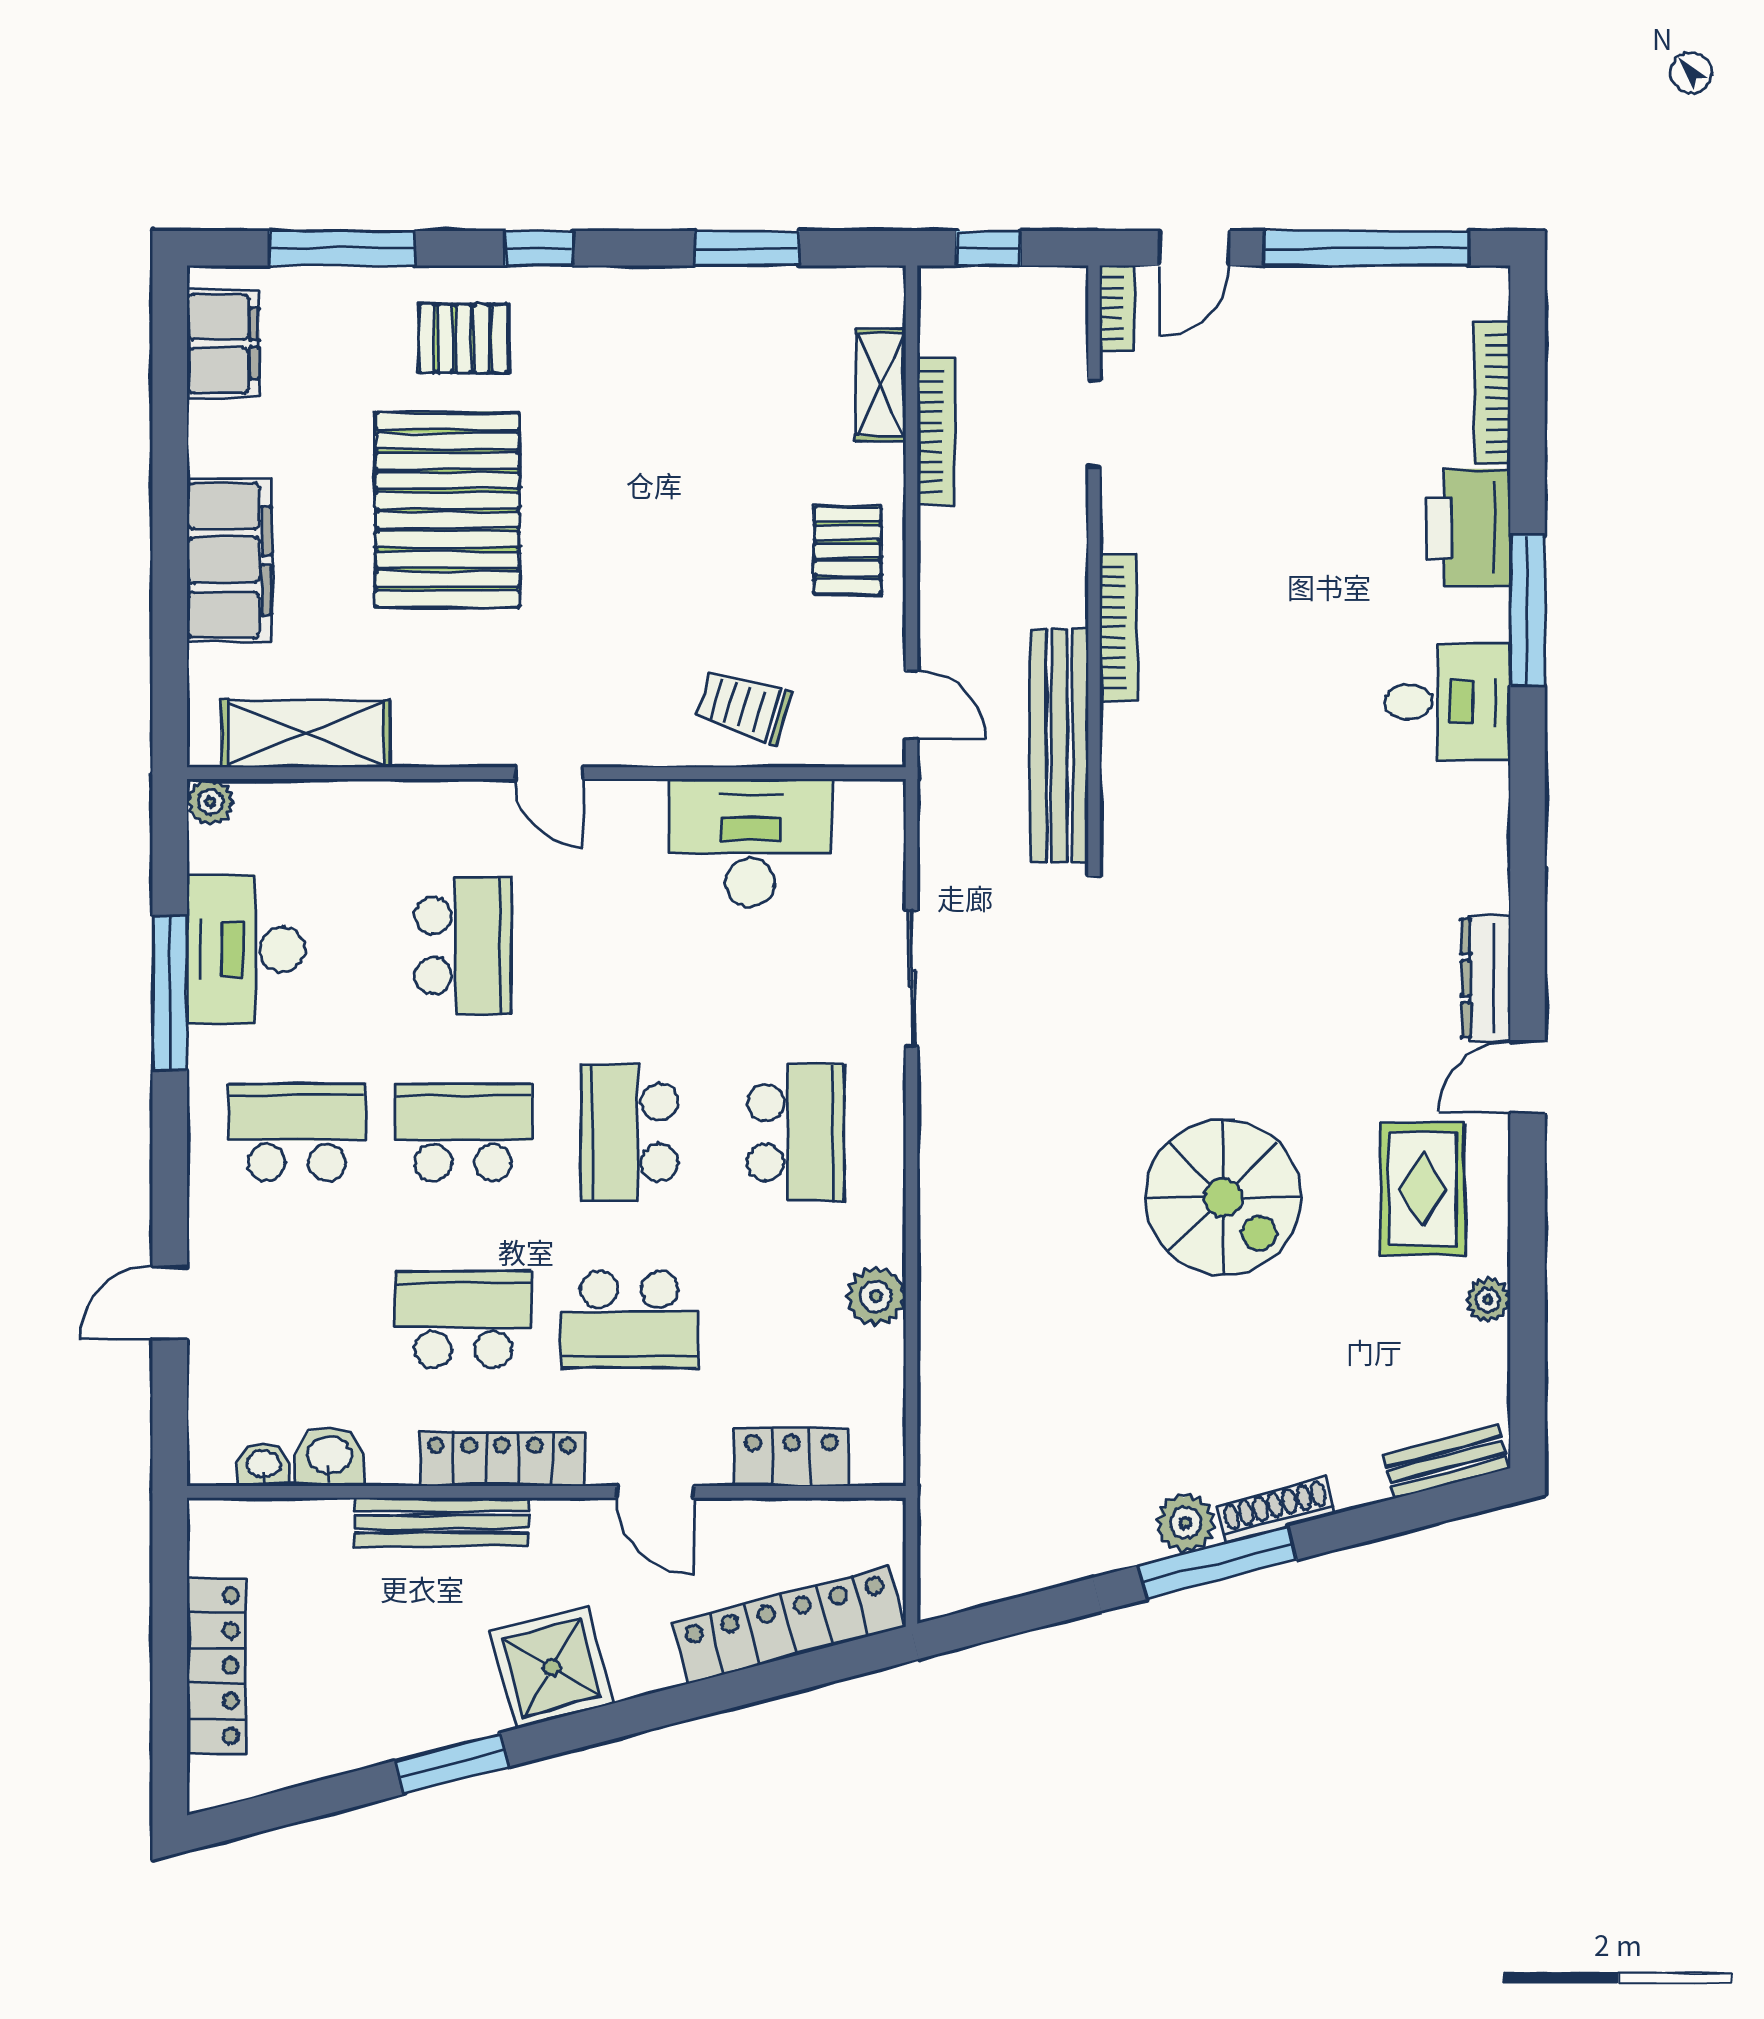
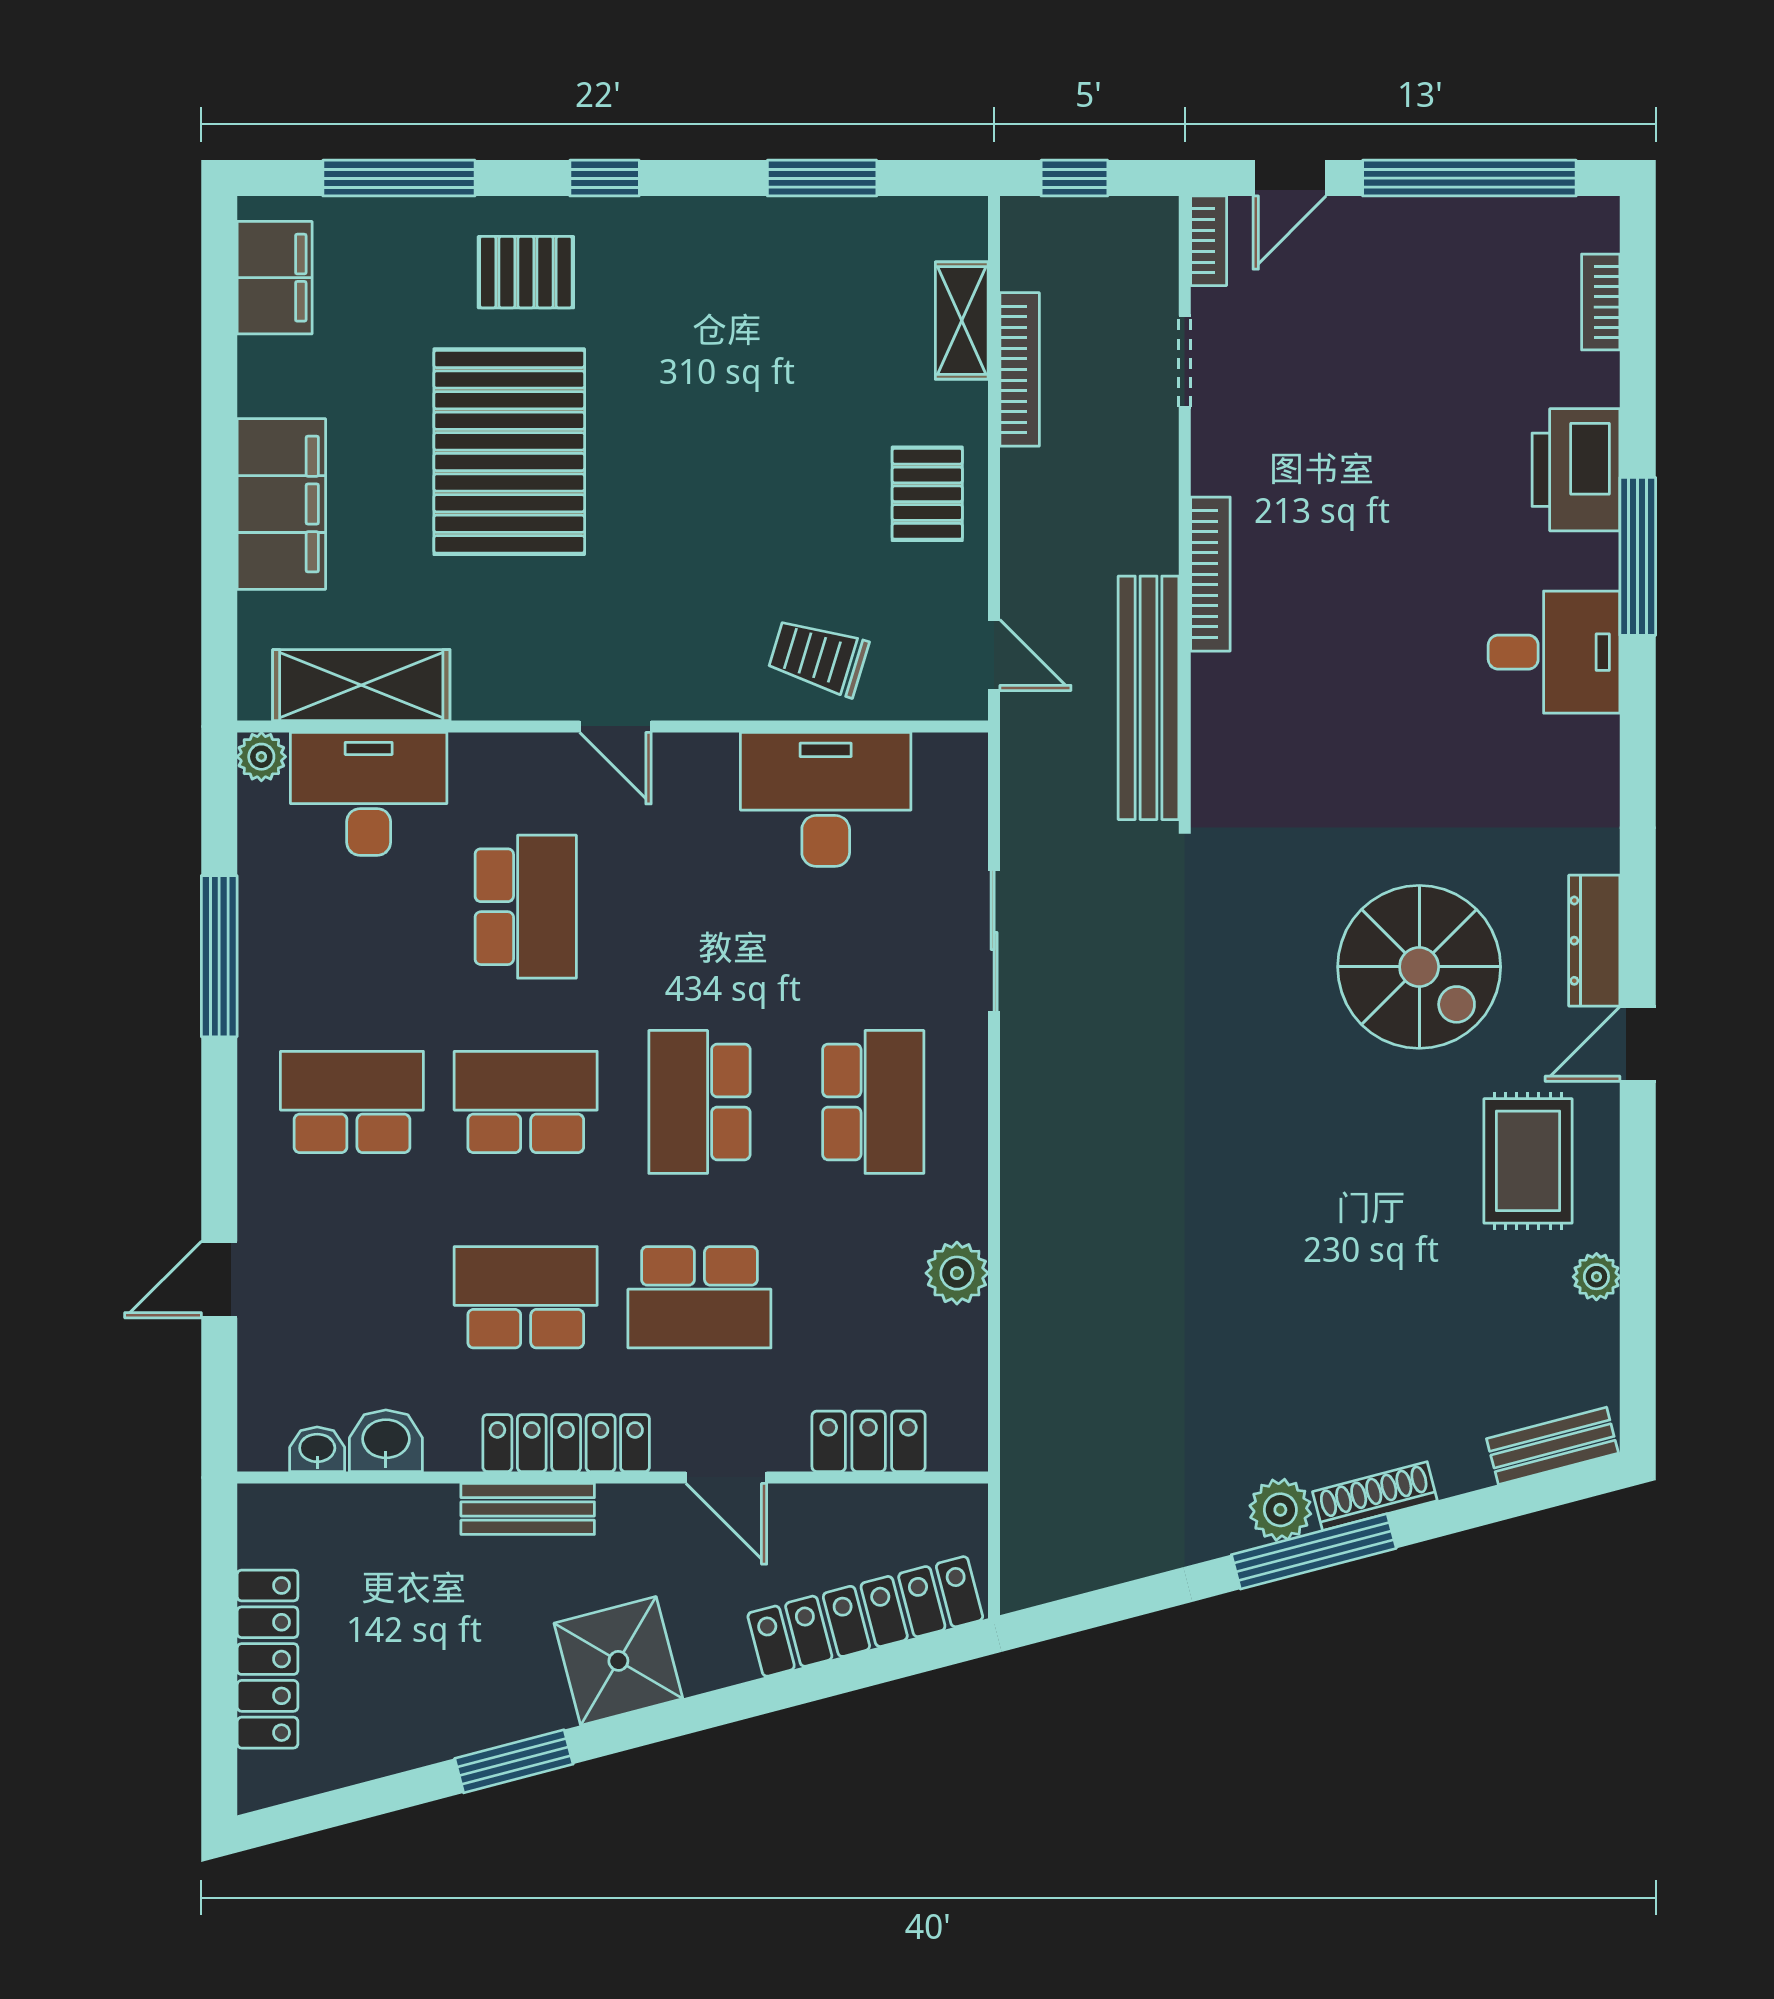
bookcase: (1492, 393) -> (1601, 302), width x0.64
desk: (246, 949) -> (369, 794), moved, turned 90
spiral stairs: (1223, 1197) -> (1419, 967), moved
bench: (442, 1522) -> (528, 1509), width x0.73

